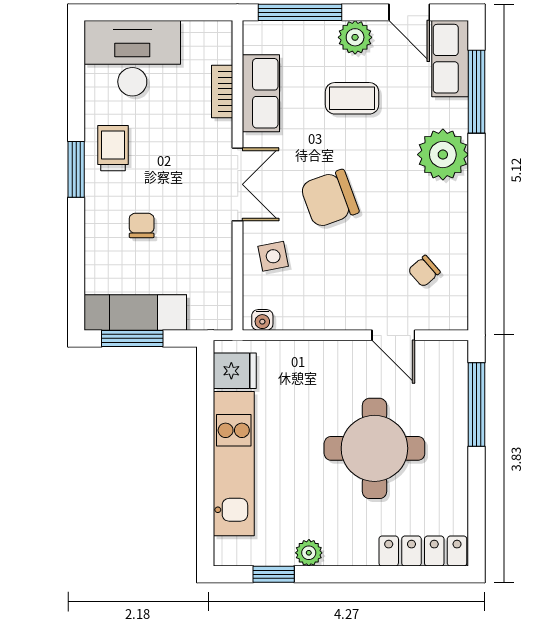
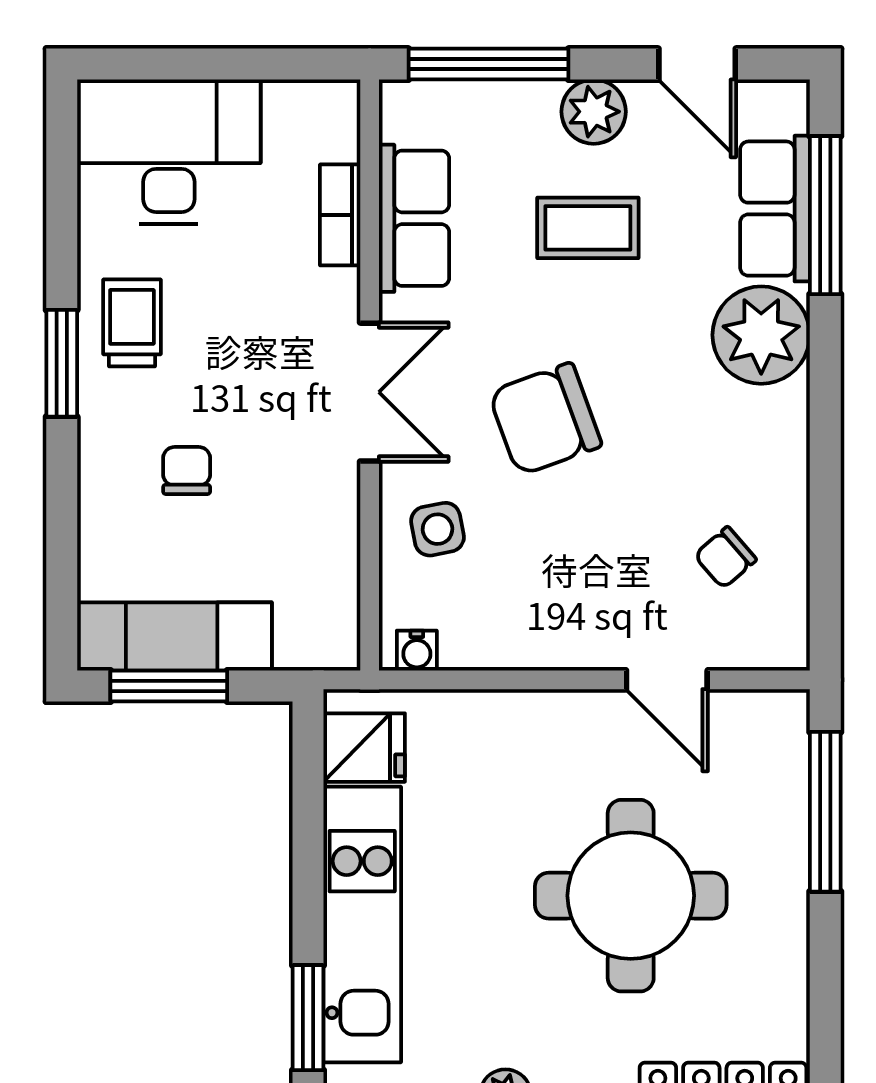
row of seats: (450, 59) -> (775, 209), moved
window: (205, 512) -> (308, 1018), added

